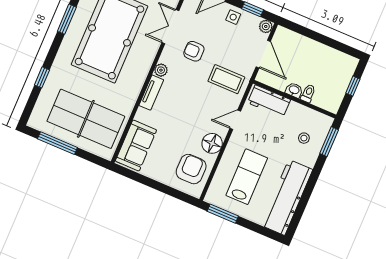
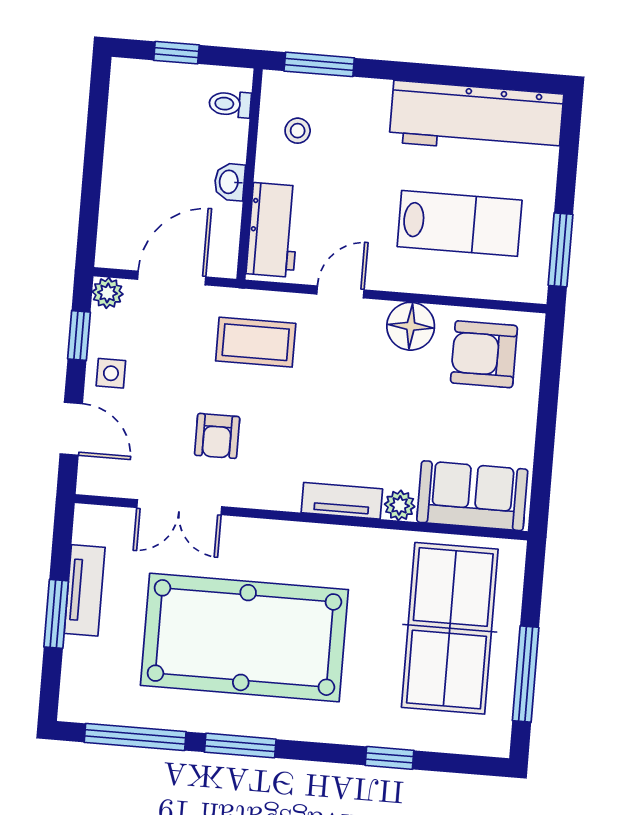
plant: (161, 70) -> (400, 505), moved
coffee table: (226, 79) -> (256, 342), turned 90
toilet: (308, 93) -> (230, 104), moved
door: (235, 120) -> (340, 292), swing flipped
stool: (304, 138) -> (298, 131), moved
lab bench: (247, 177) -> (460, 223), turned 180

